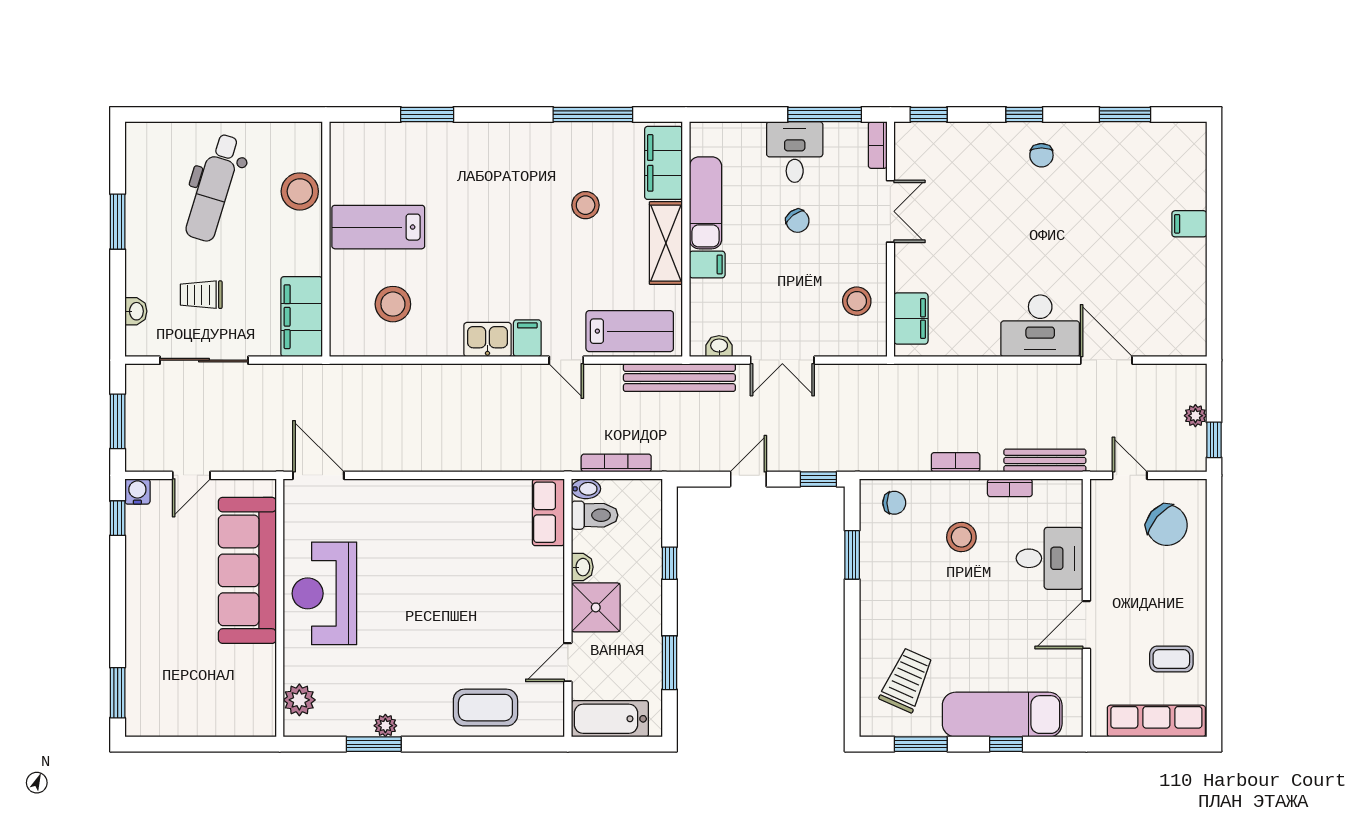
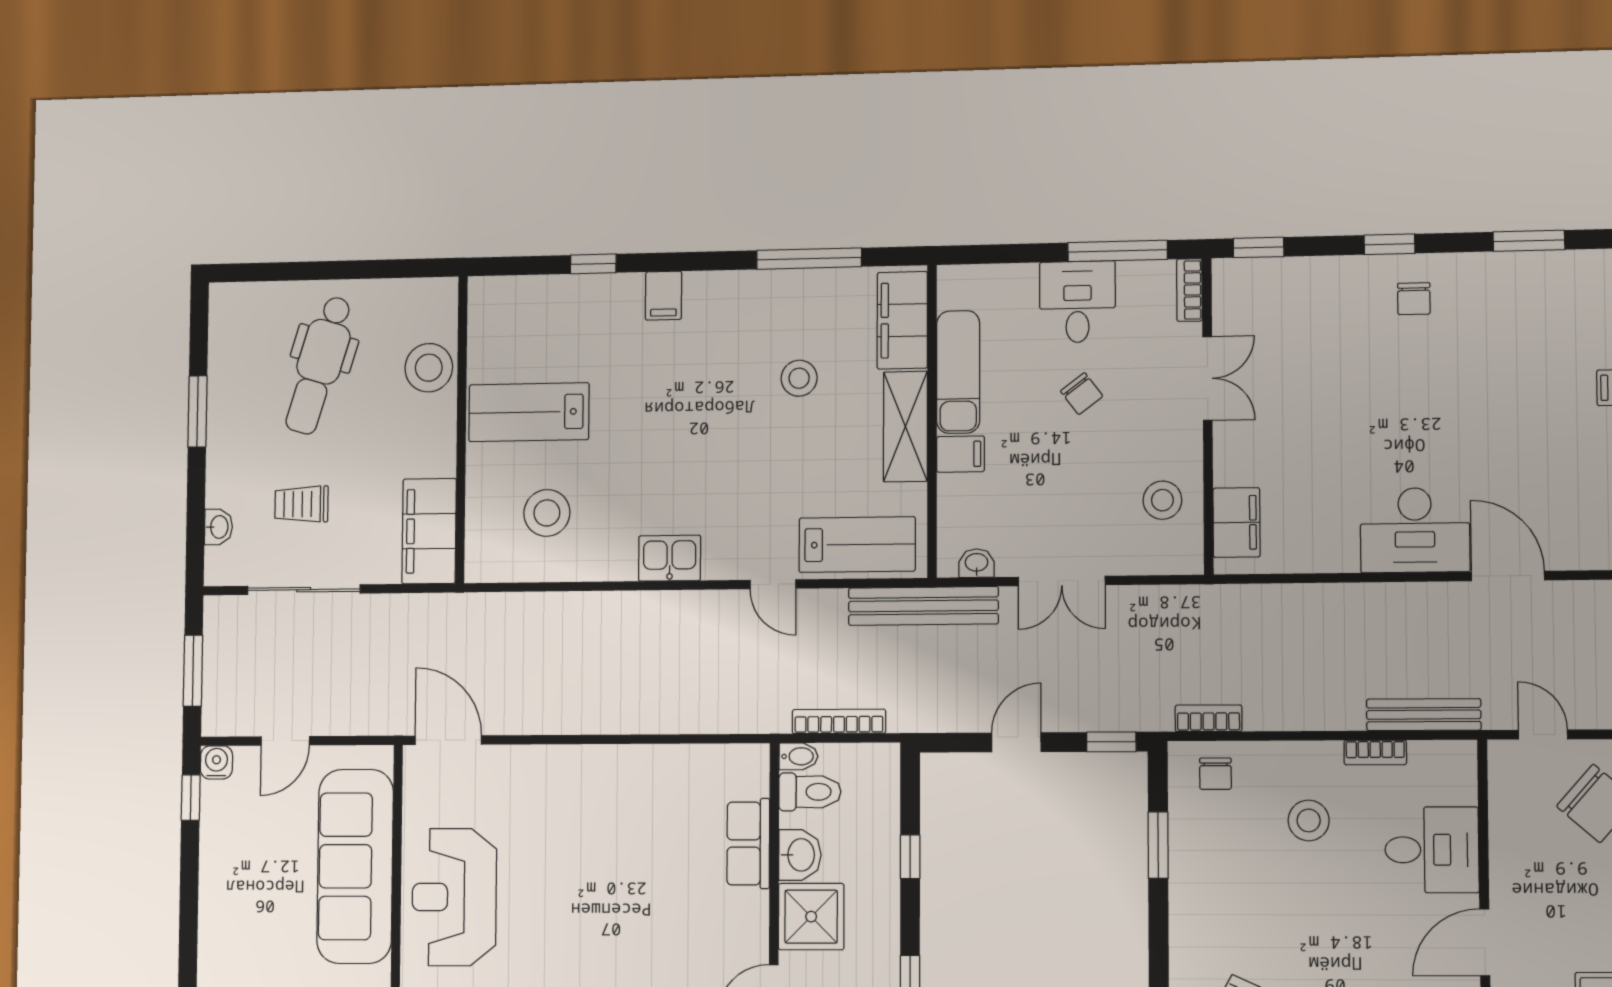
window: (427, 114) -> (593, 264), width x0.67
filing cabinet: (527, 338) -> (664, 296), moved, turned 180
bookcase: (956, 462) -> (1208, 718), moved
chair: (894, 503) -> (1215, 774), turned 90
row of seats: (548, 512) -> (748, 843), moved
washbasin: (582, 567) -> (800, 855), width x1.38, depth x1.45

